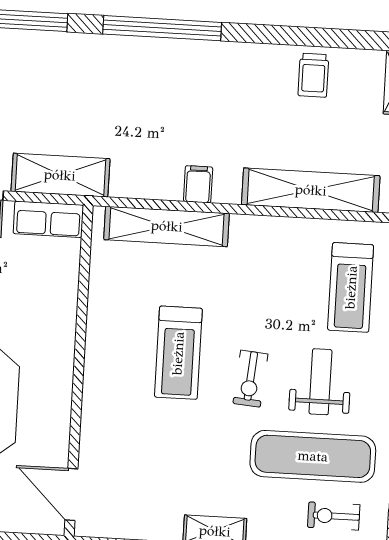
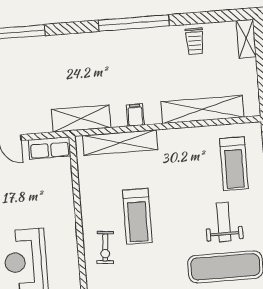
window: (162, 28) -> (134, 23), moved
shelving: (60, 175) -> (81, 119), moved
exercise bike: (250, 379) -> (105, 247), moved

